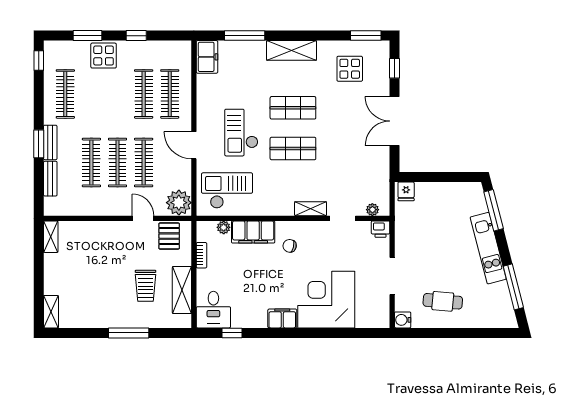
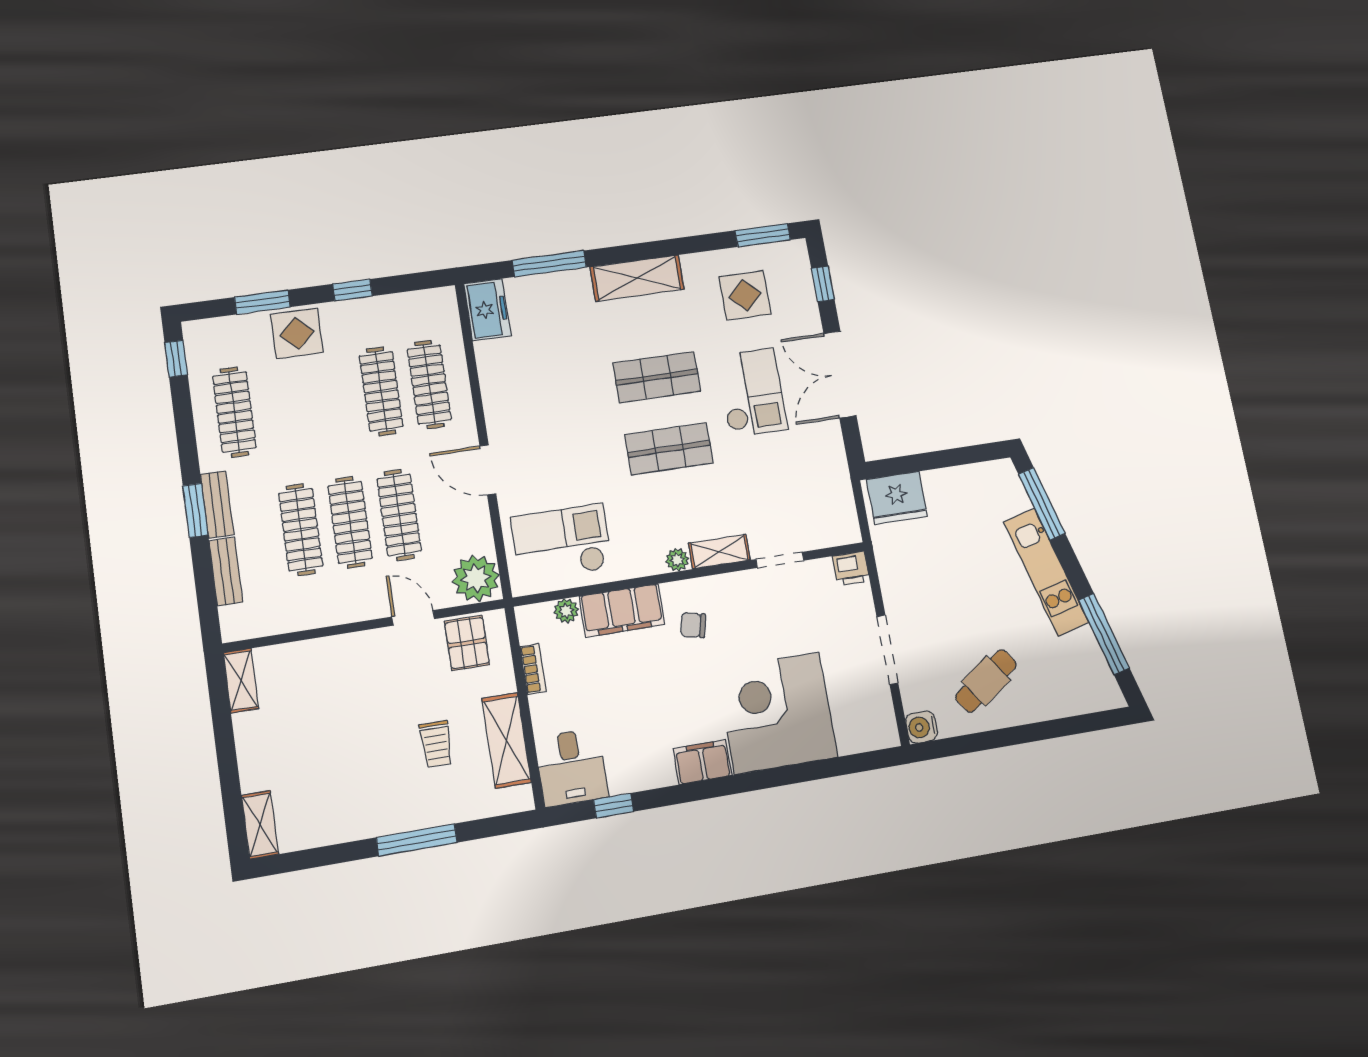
checkout: (241, 133) -> (752, 393), moved, turned 180
fridge: (406, 191) -> (897, 498), width x1.88, depth x1.34
plant: (372, 210) -> (677, 560), moved
trolley: (145, 286) -> (436, 744), width x0.73, depth x0.72
cafe table: (443, 301) -> (986, 681), turned -40

